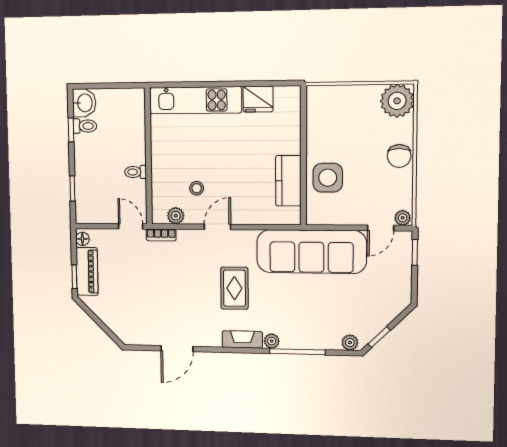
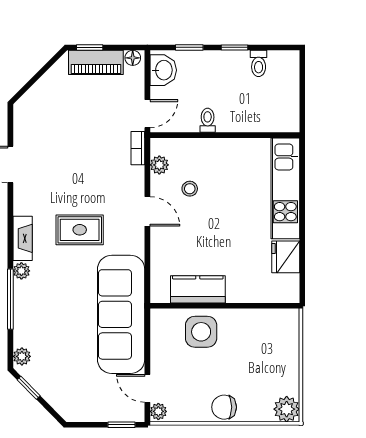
plant: (397, 101) -> (287, 409), width x0.73, depth x0.73
washbasin: (84, 103) -> (163, 70), moved, turned -90
window: (71, 130) -> (234, 47), moved

